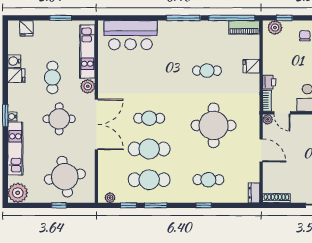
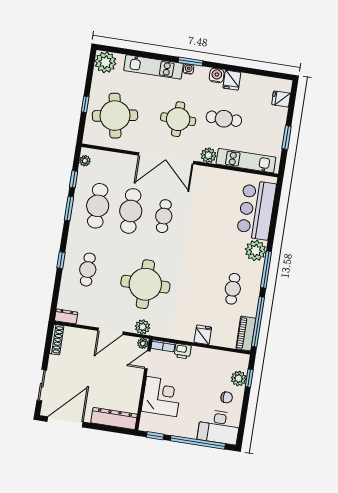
plant: (275, 28) -> (239, 378), moved
plant: (168, 30) -> (256, 251), added
water cooler: (14, 61) -> (217, 75), moved
cafe table: (207, 71) -> (233, 289), moved
plant: (253, 122) -> (143, 327), added

